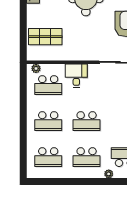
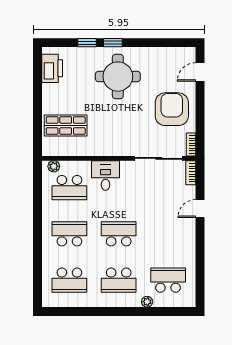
school desk: (48, 121) -> (69, 234), turned 180
school desk: (87, 121) -> (119, 234), turned 180

